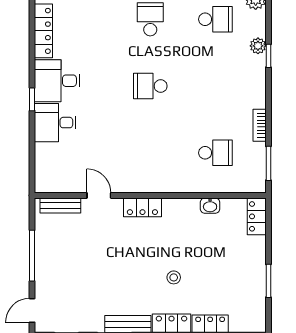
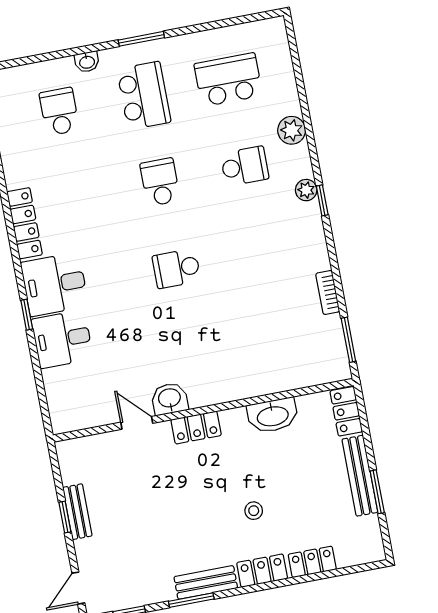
school desk: (215, 153) -> (277, 339), removed
washbasin: (127, 182) -> (170, 399), added
bench: (60, 206) -> (77, 512), moved, turned 90
washbasin: (210, 206) -> (273, 415), width x1.91, depth x1.45
window: (32, 256) -> (65, 517), width x0.46
bench: (258, 266) -> (360, 476), added

